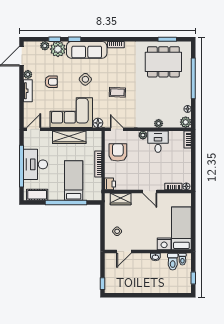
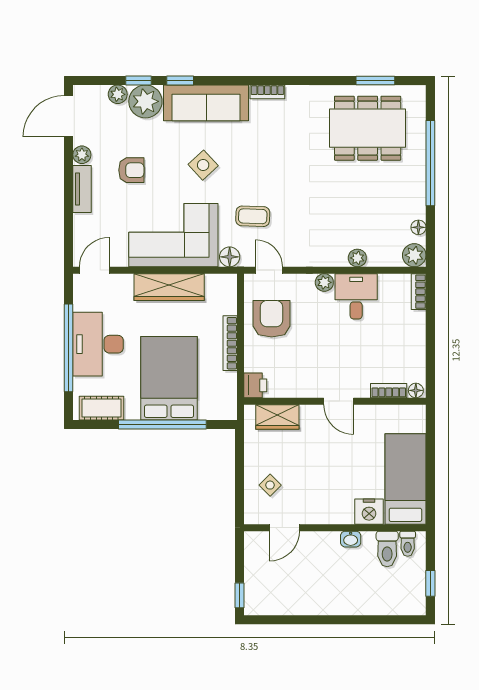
coffee table: (117, 92) -> (253, 216), moved
bed: (74, 181) -> (169, 378), width x1.50

